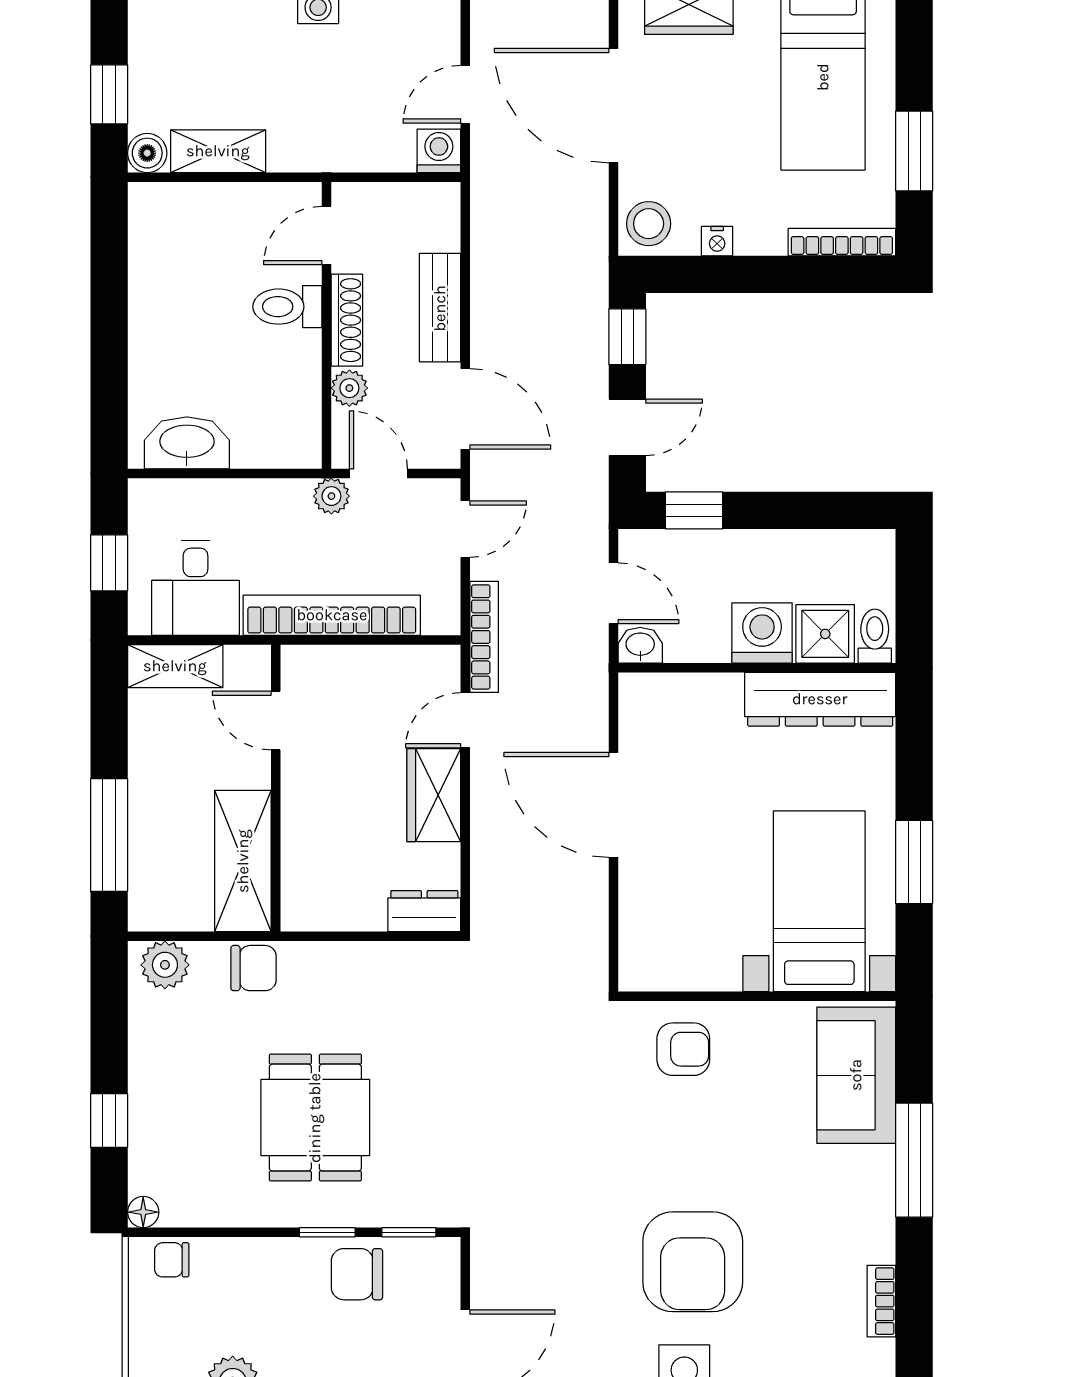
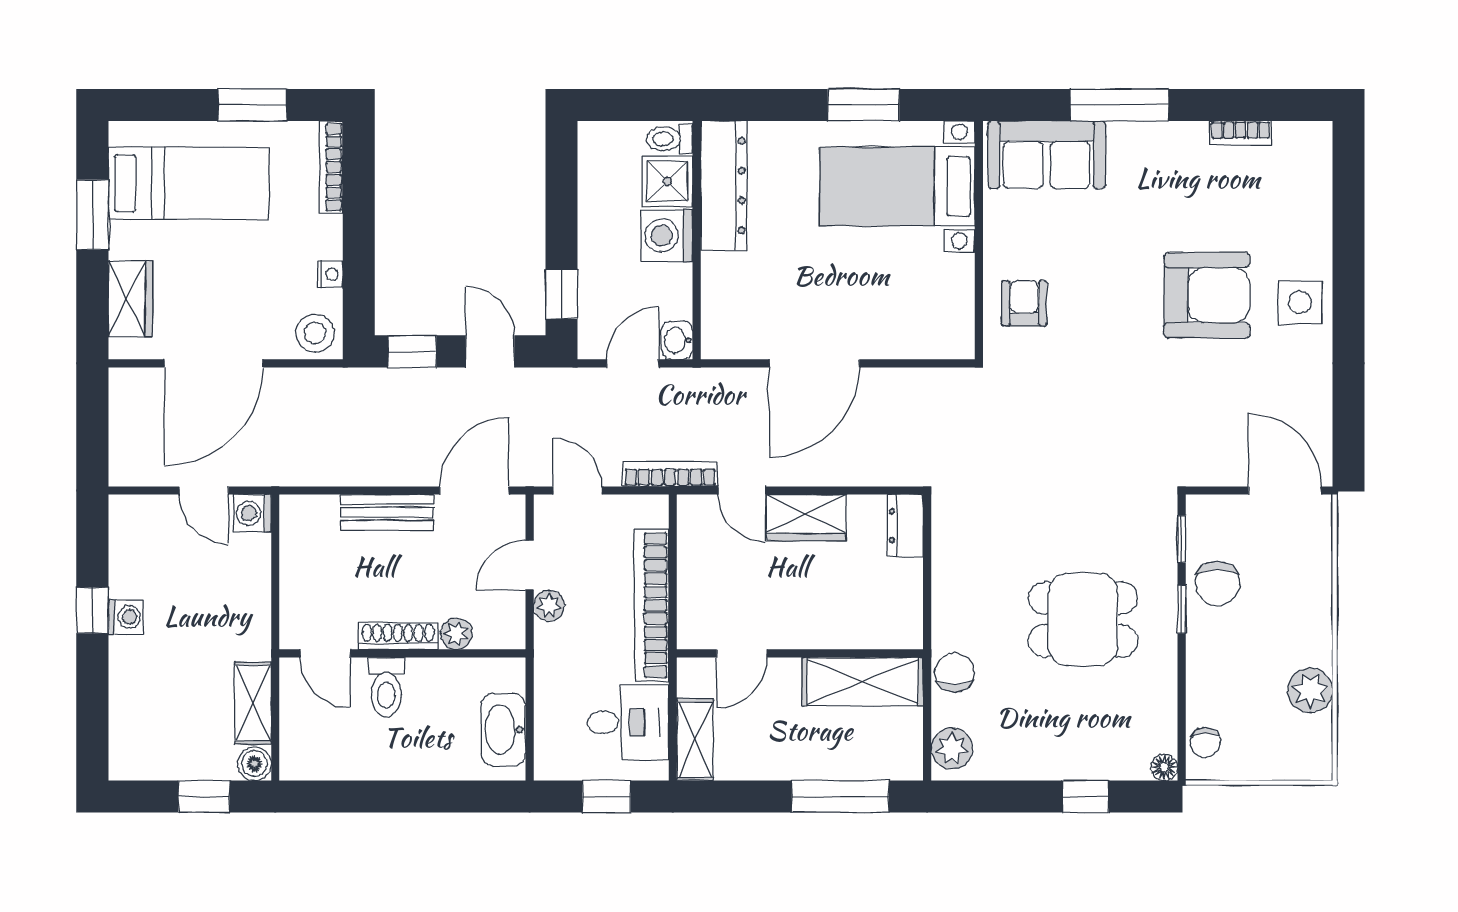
door: (327, 236) -> (325, 653), moved
toilet: (287, 307) -> (386, 687), moved
shoe rack: (347, 320) -> (398, 636), moved
wall: (327, 325) -> (402, 653), moved
plant: (349, 388) -> (456, 634), moved

